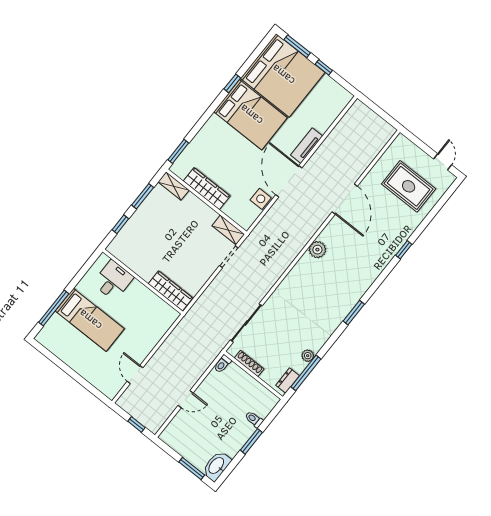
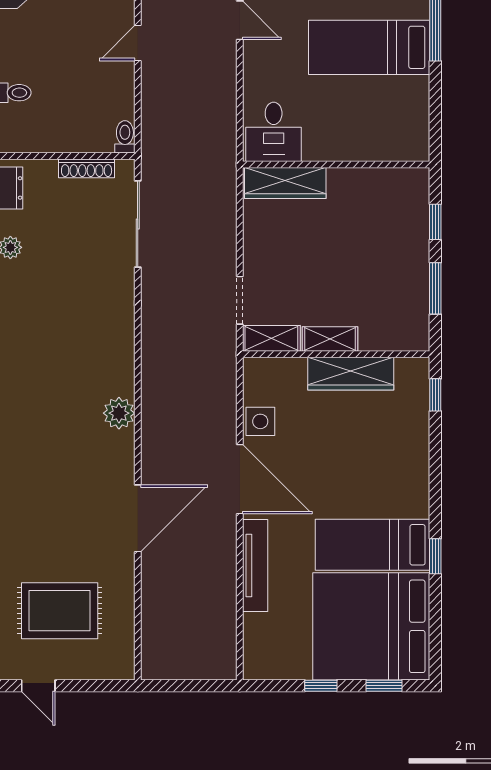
window: (297, 46) -> (384, 686), width x0.67
bed: (251, 115) -> (372, 545), width x0.67
tv unit: (307, 146) -> (255, 565), width x1.41
window: (178, 151) -> (435, 395), width x0.67
shelving: (174, 186) -> (330, 339), moved
door: (345, 199) -> (138, 518), swing flipped
desk: (113, 280) -> (274, 132), moved

